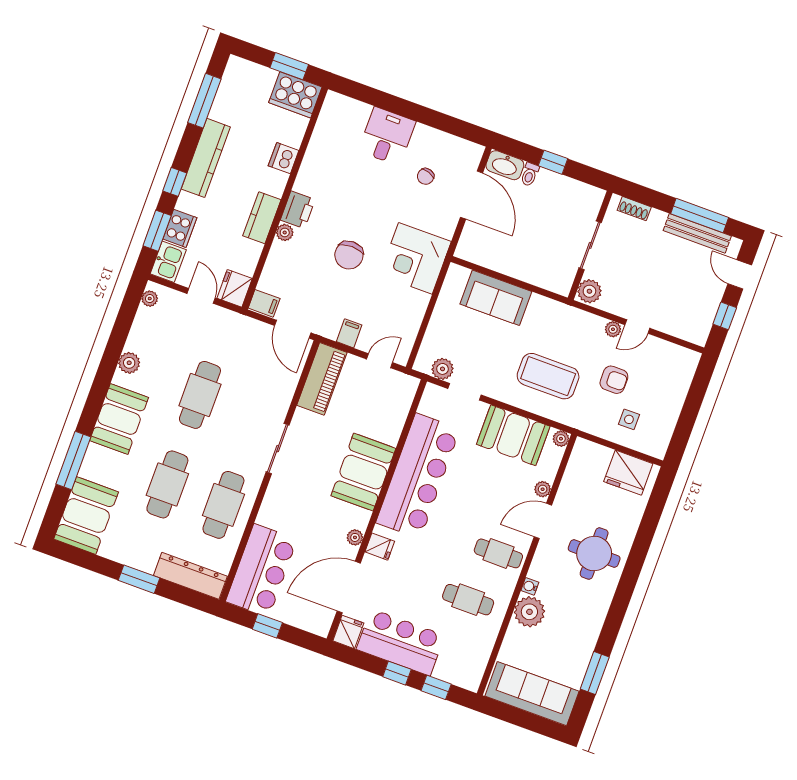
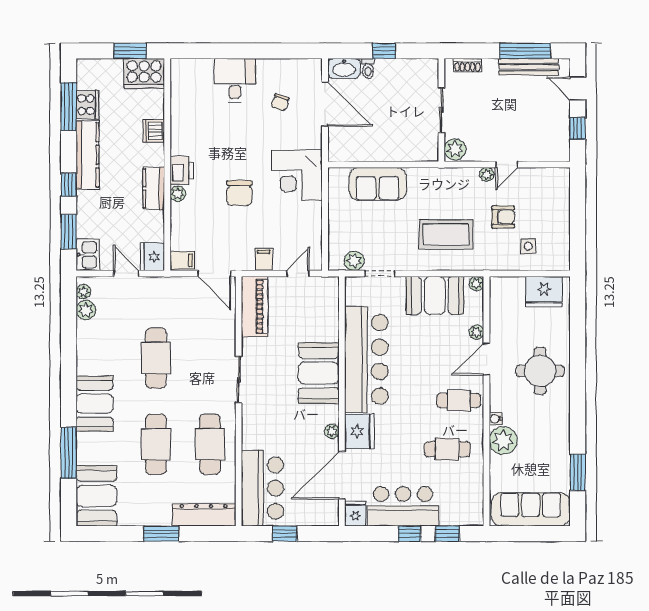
cooker: (180, 228) -> (87, 105), moved
plant: (129, 363) -> (86, 310), moved
fridge: (380, 547) -> (359, 431), width x1.88, depth x1.34

